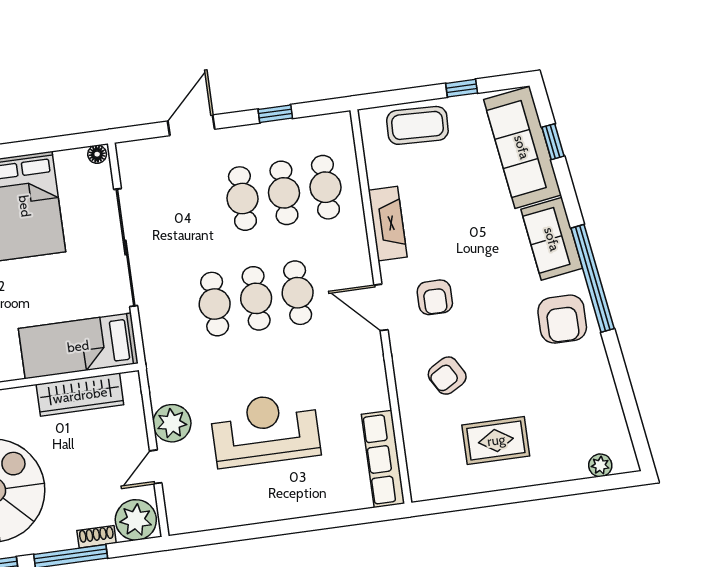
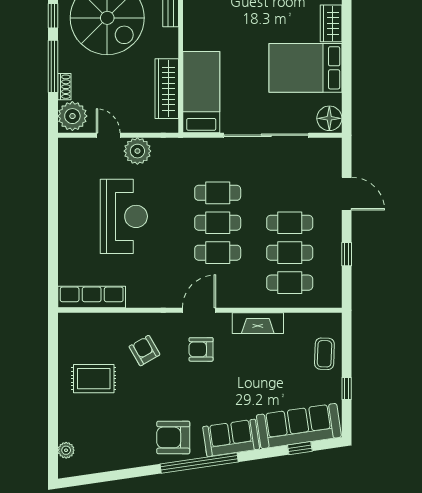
coffee table: (417, 125) -> (324, 354), width x0.73, depth x0.77
floor lamp: (97, 154) -> (329, 118), width x1.89, depth x1.89
rug: (496, 440) -> (94, 379), turned 90

